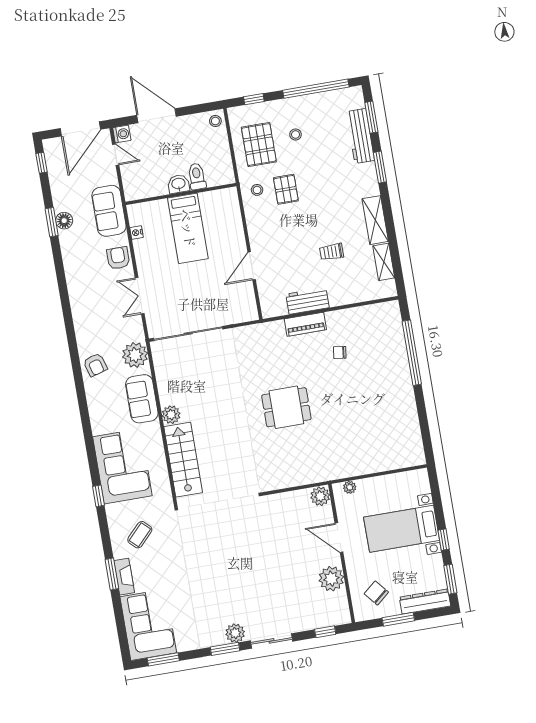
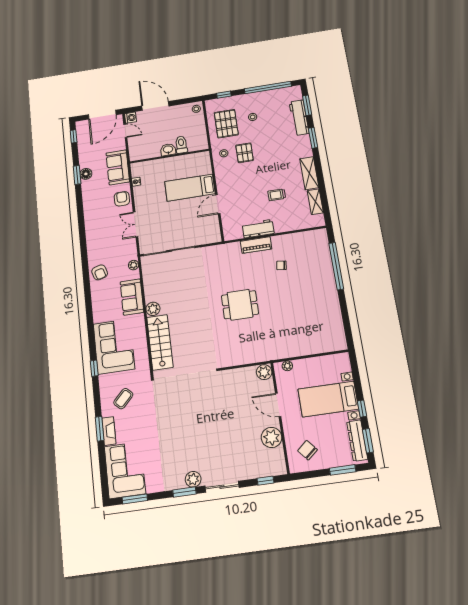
bed: (188, 228) -> (190, 188), moved, turned 90
plant: (135, 355) -> (134, 265), width x0.53, depth x0.53
dresser: (425, 602) -> (357, 440), moved, turned -90
window: (398, 619) -> (343, 470), moved

